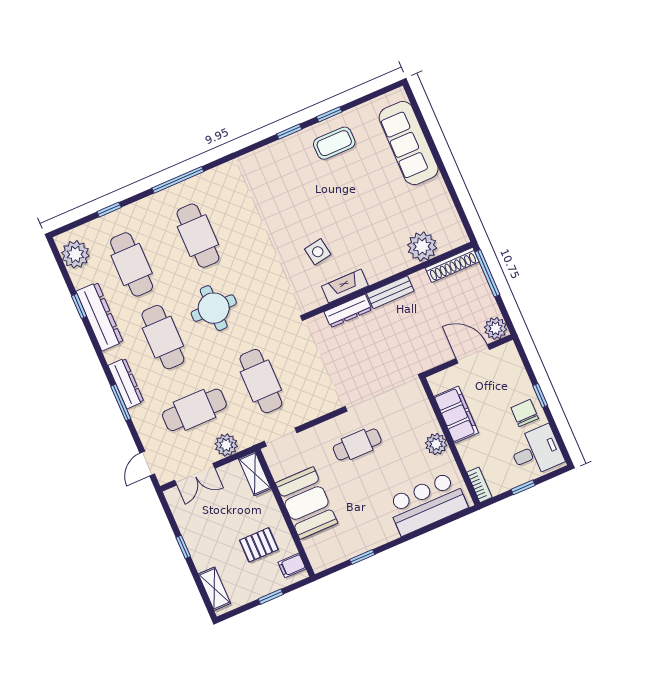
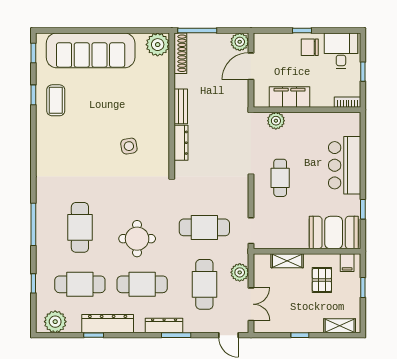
window: (289, 132) -> (33, 53), moved
sofa: (409, 143) -> (91, 50), width x1.36, depth x1.27
cafe table: (198, 236) -> (80, 227), turned 90
plant: (422, 246) -> (158, 45), moved
fireplace: (345, 286) -> (162, 137), removed
plant: (436, 444) -> (276, 121), moved
shelving: (255, 474) -> (287, 261), moved
booth: (307, 503) -> (334, 233), moved
bar counter: (427, 504) -> (345, 165), moved

